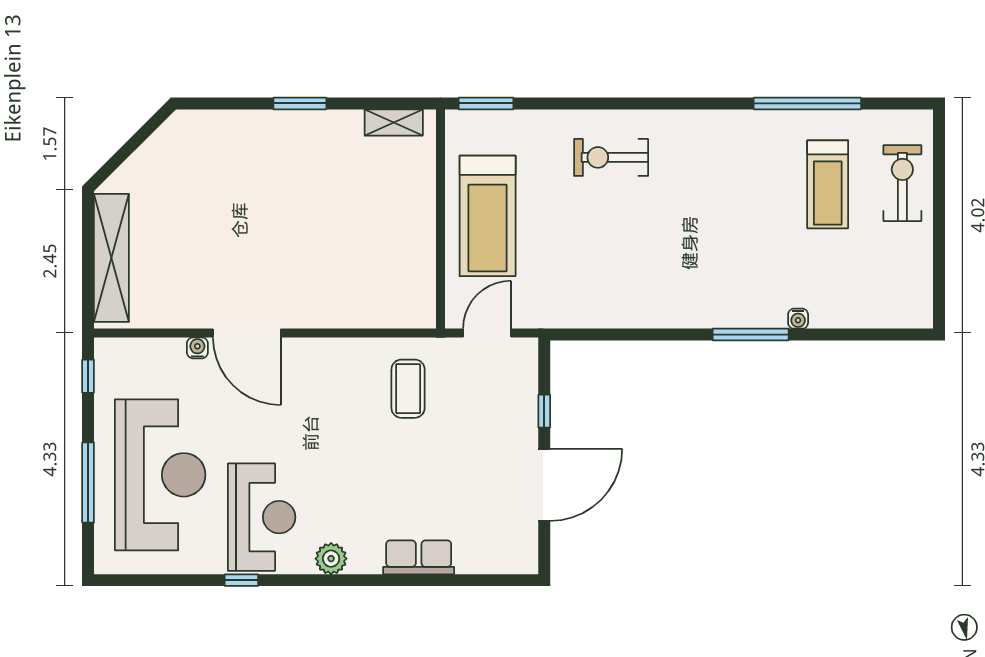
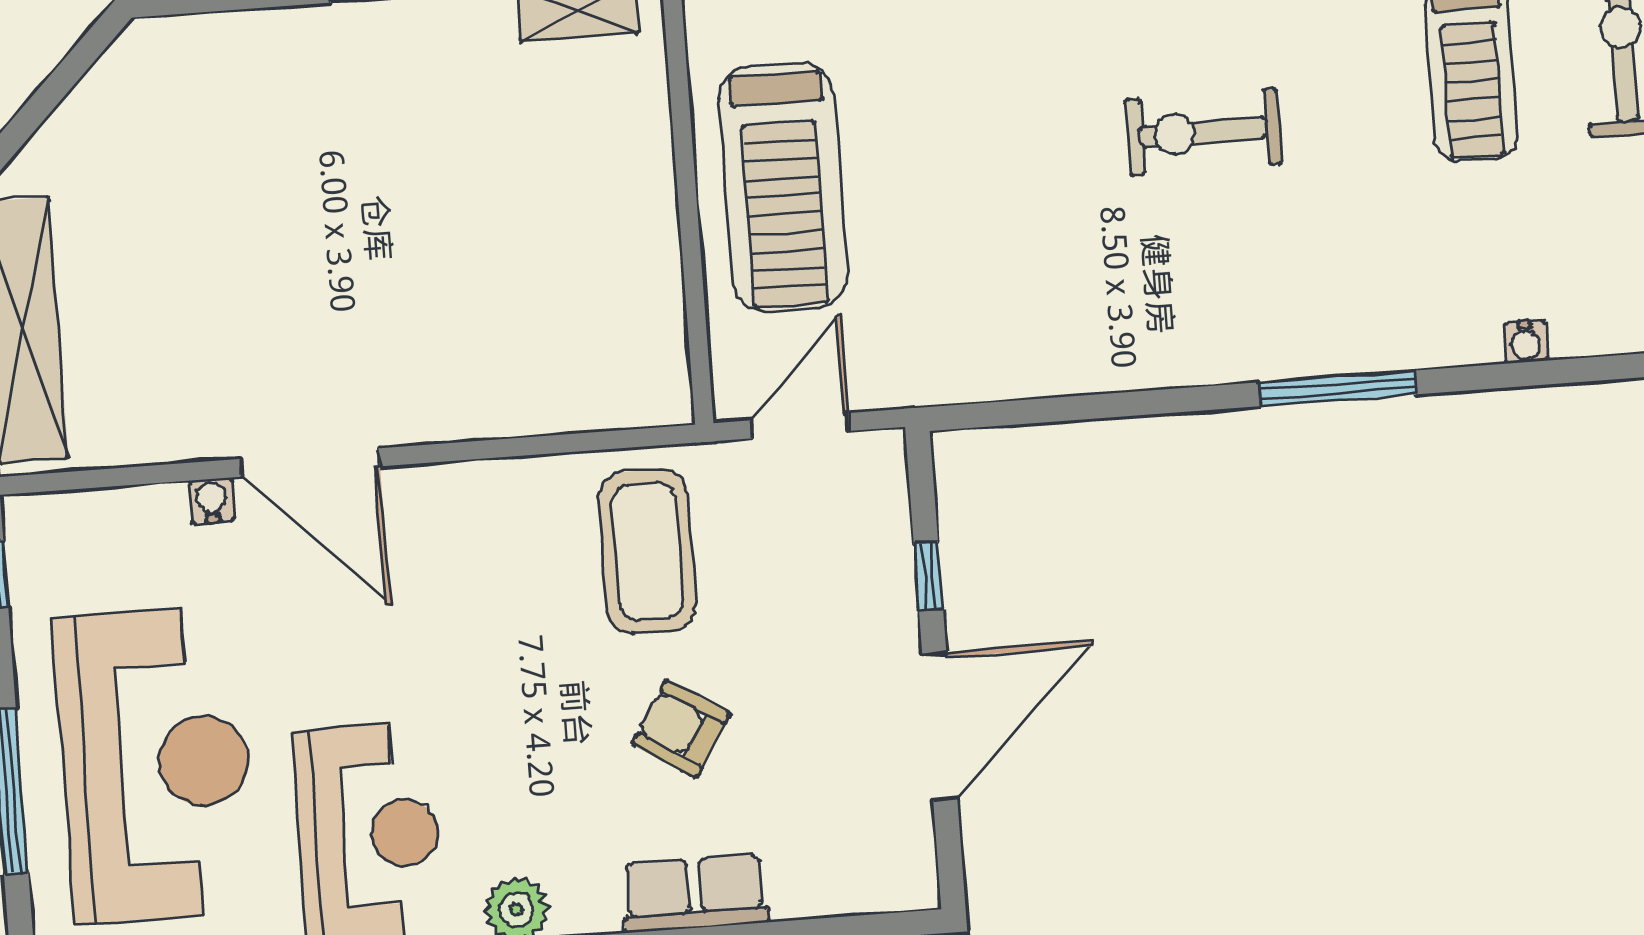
exercise bike: (611, 157) -> (1203, 132), moved
water cooler: (798, 319) -> (1526, 342), moved
coffee table: (408, 389) -> (647, 551), width x1.36, depth x1.32
armchair: (418, 477) -> (681, 729), added

